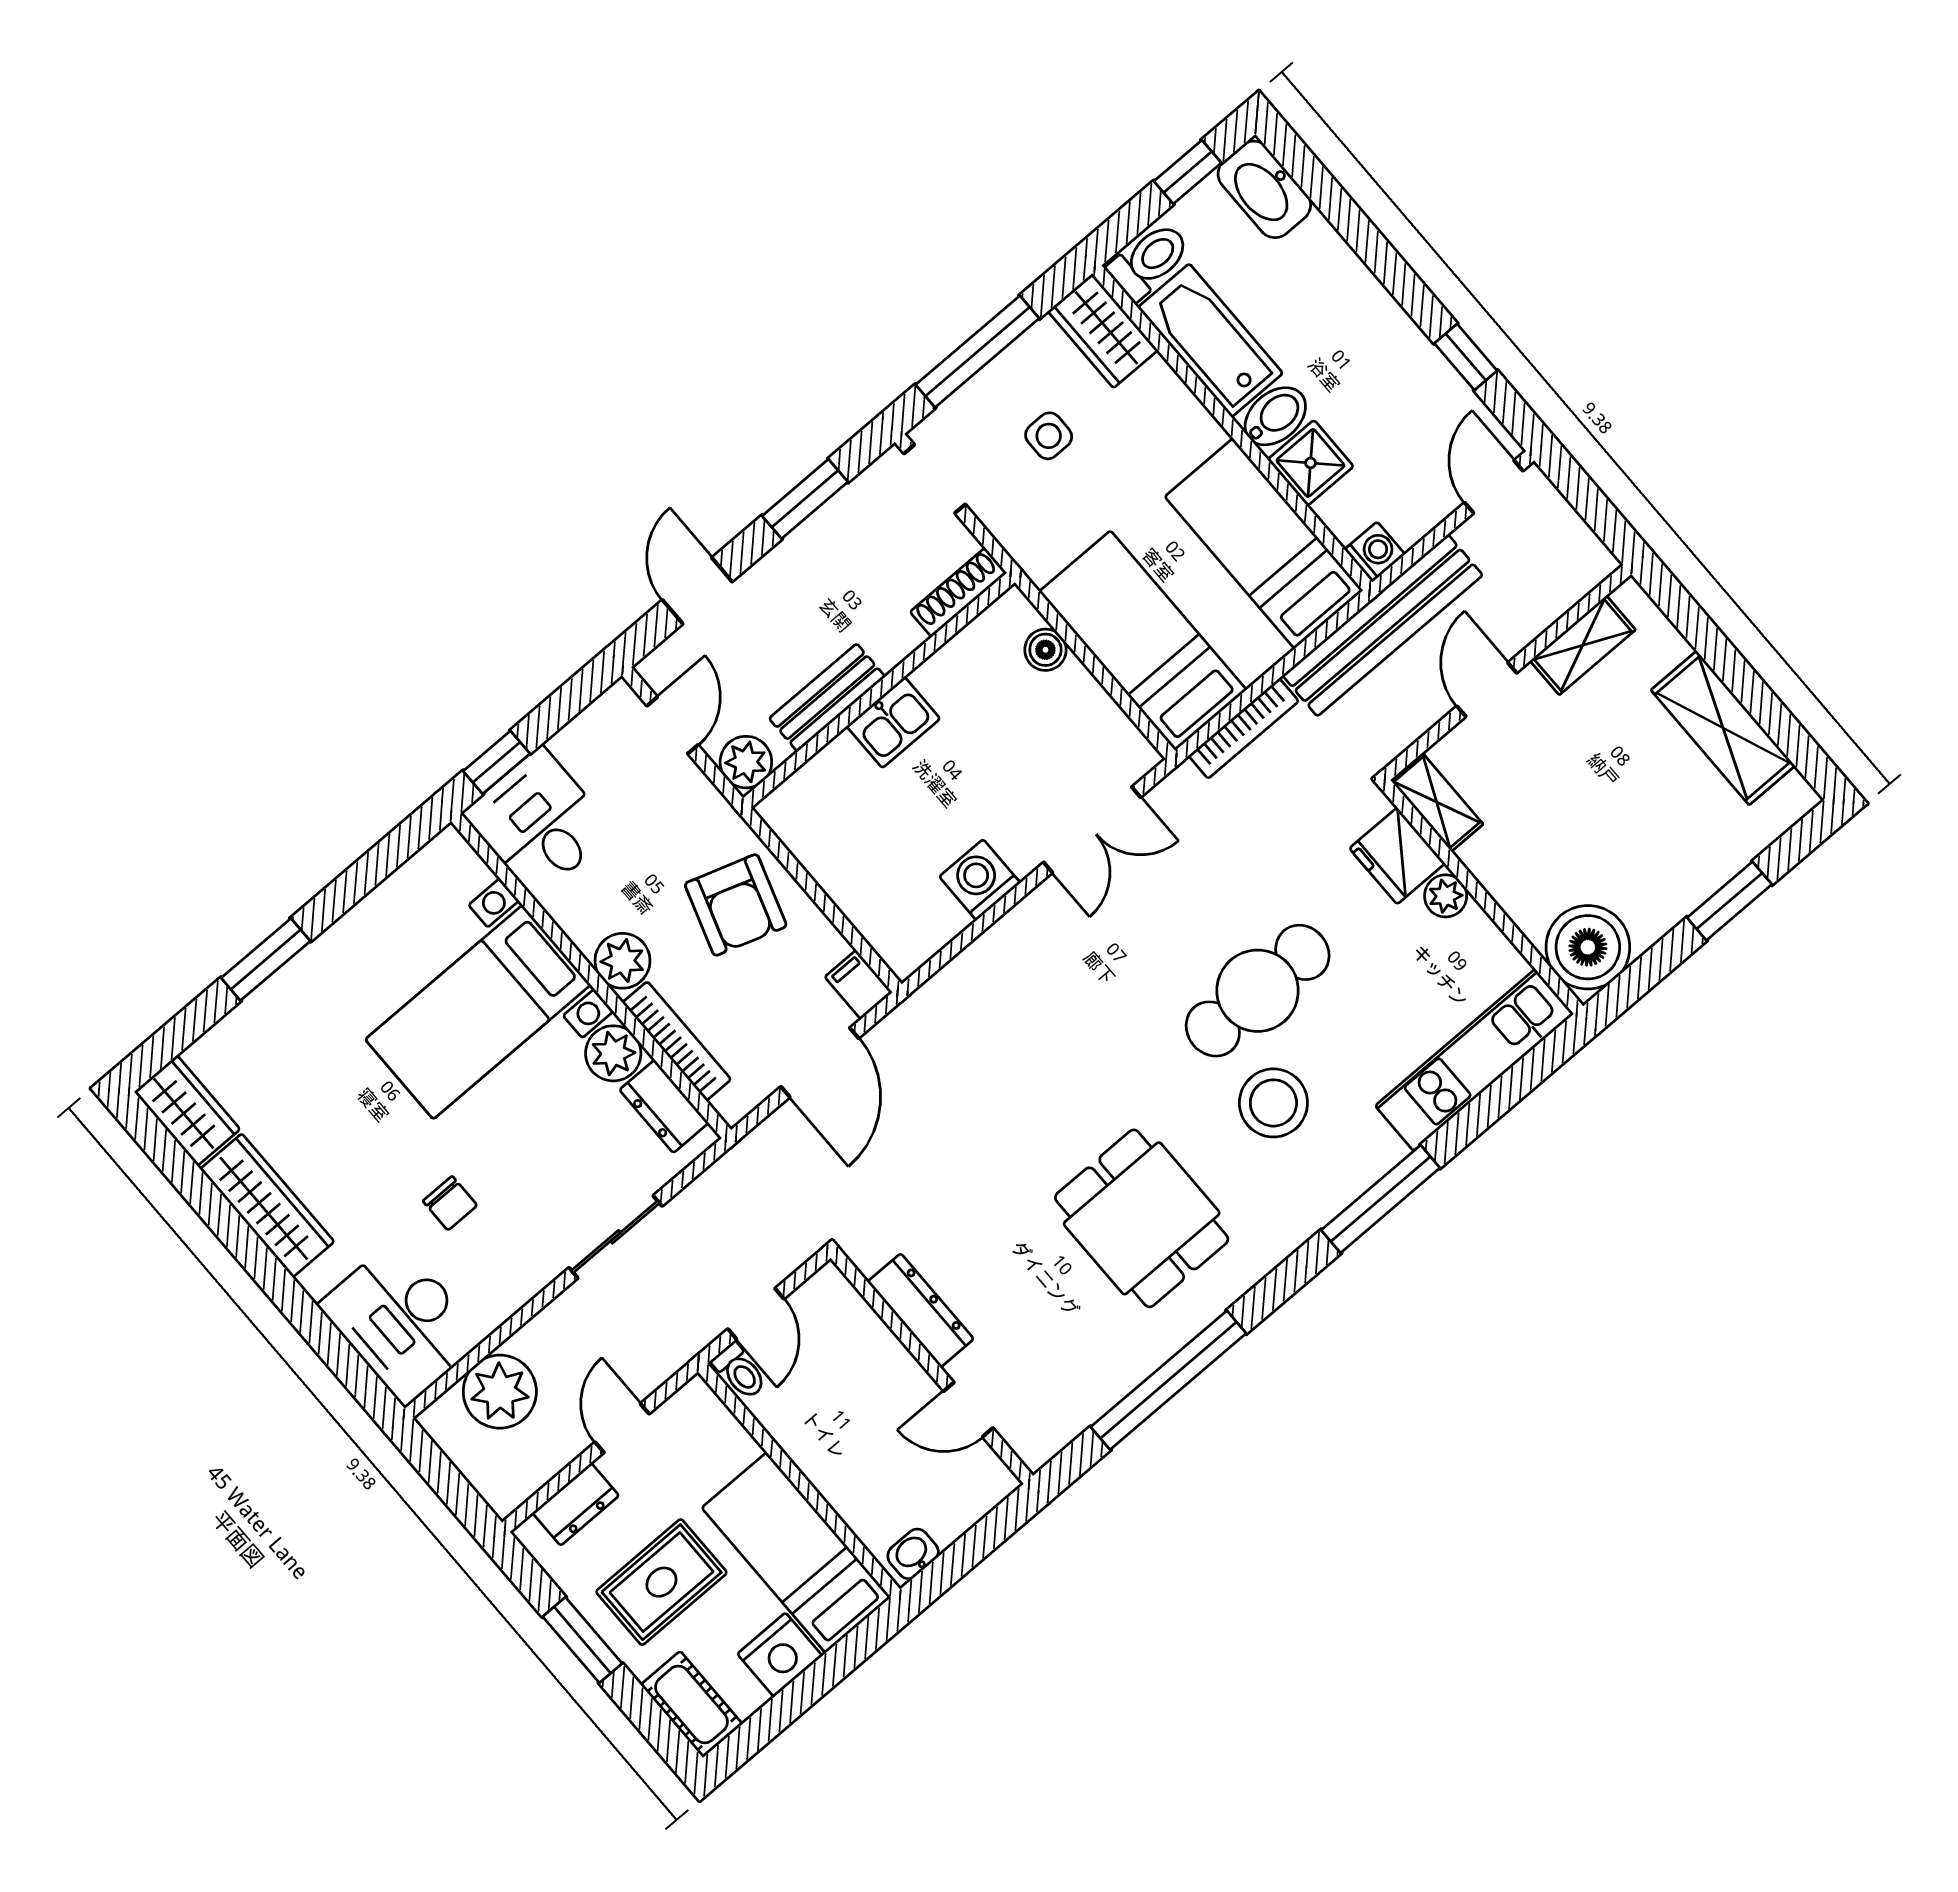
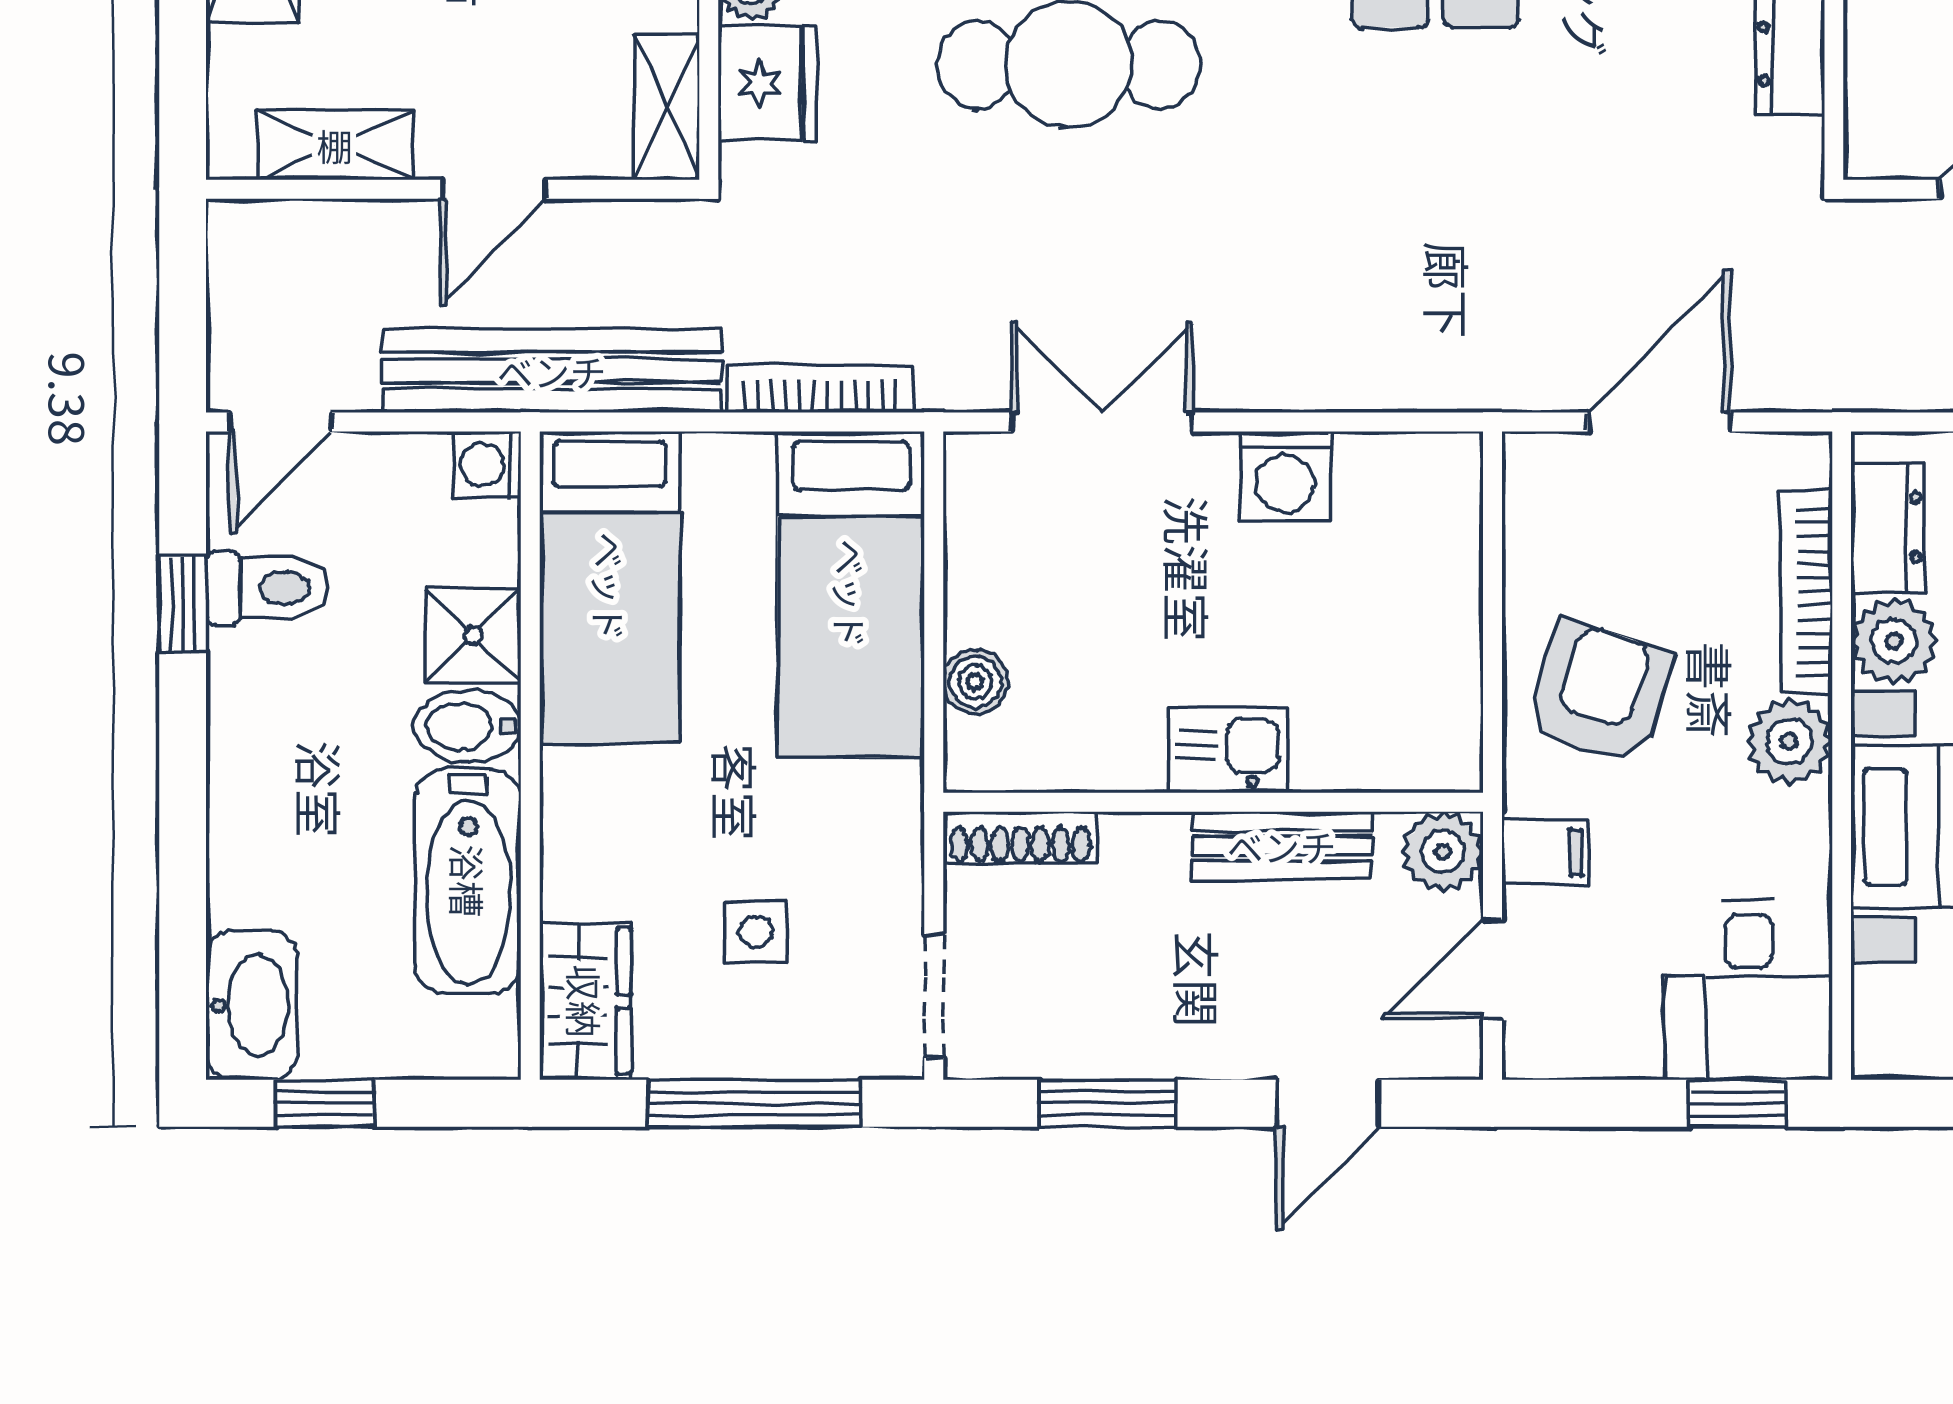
toilet: (1149, 261) -> (267, 588), moved, turned 180
filing cabinet: (859, 985) -> (1545, 852), moved, turned -90

